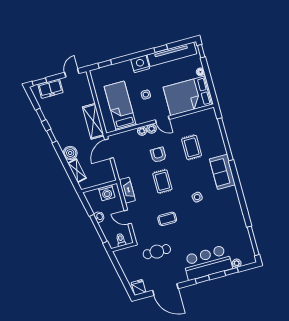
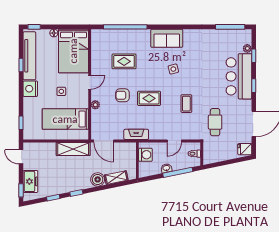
plant: (152, 129) -> (96, 95), removed
sofa: (222, 172) -> (167, 38), moved
fireplace: (127, 190) -> (136, 134), moved

